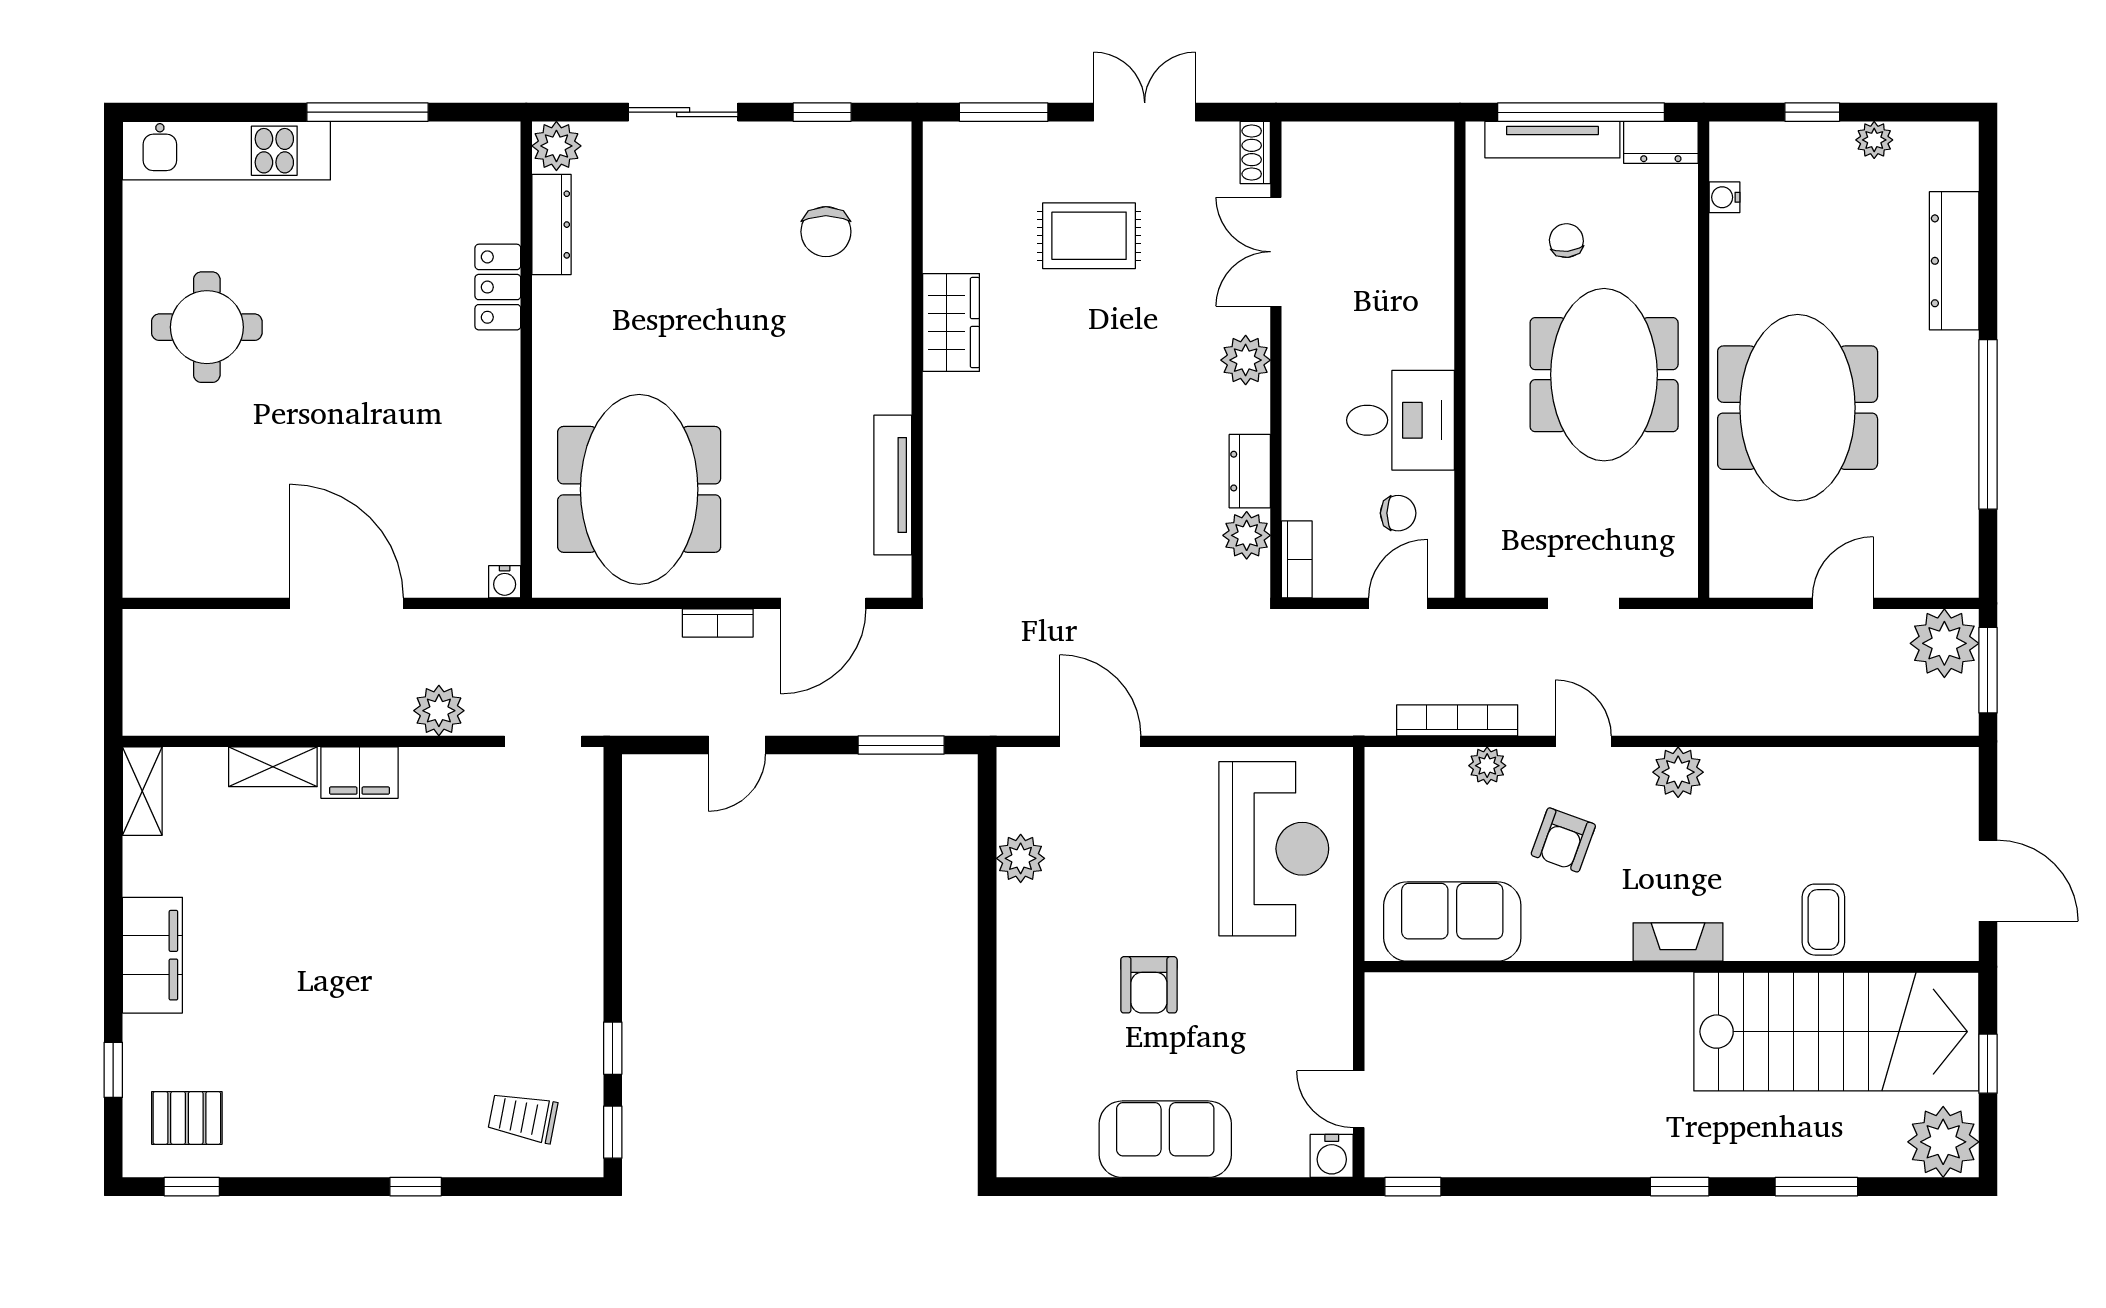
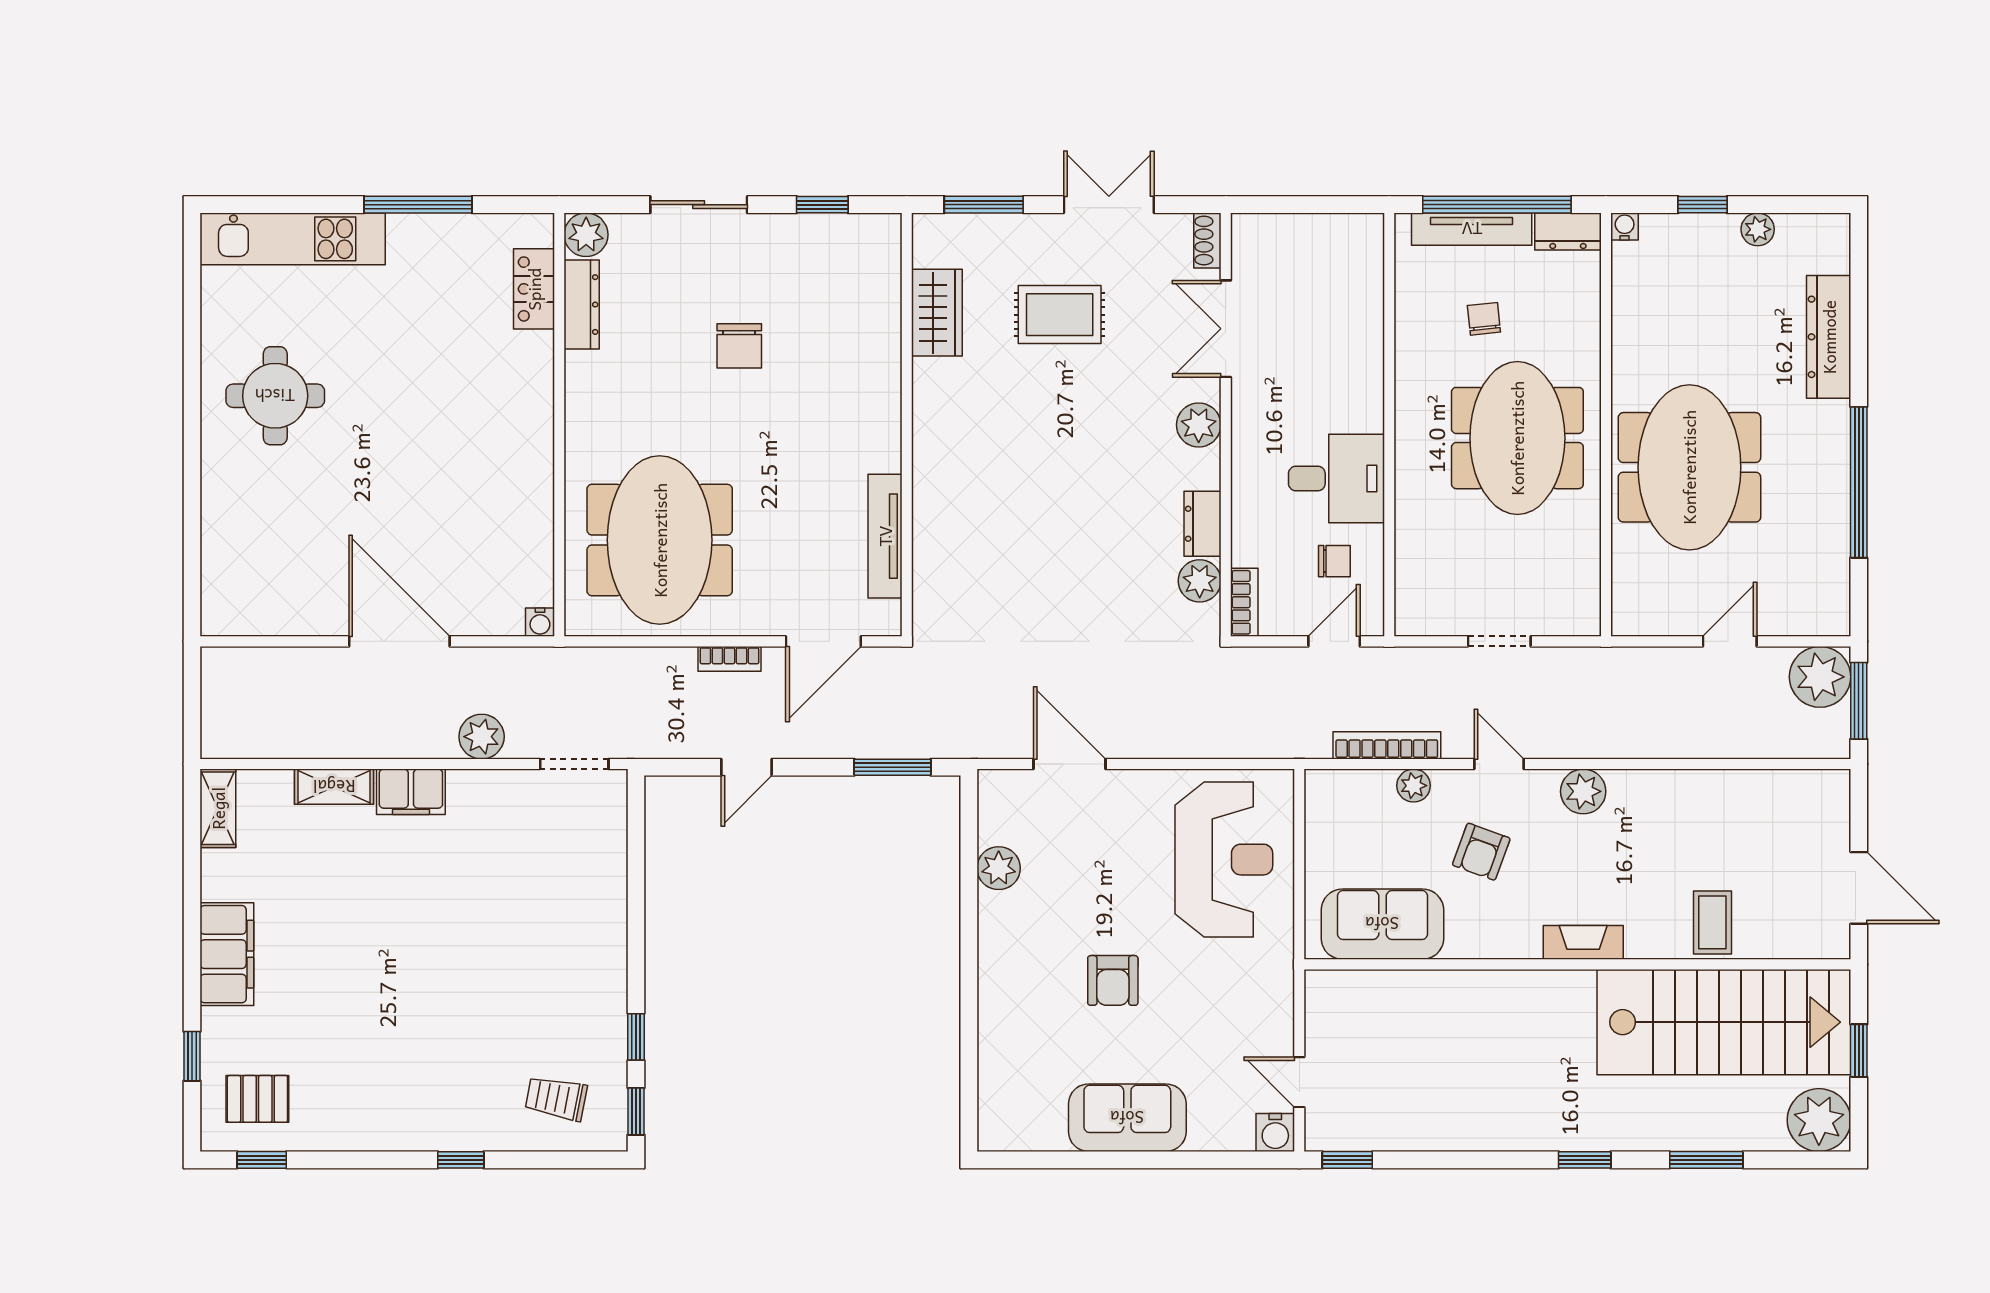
water cooler: (1725, 197) -> (1625, 226), moved, turned 90
chair: (826, 232) -> (739, 346), moved
locker: (498, 287) -> (534, 289), moved
wardrobe: (951, 323) -> (937, 313), moved

